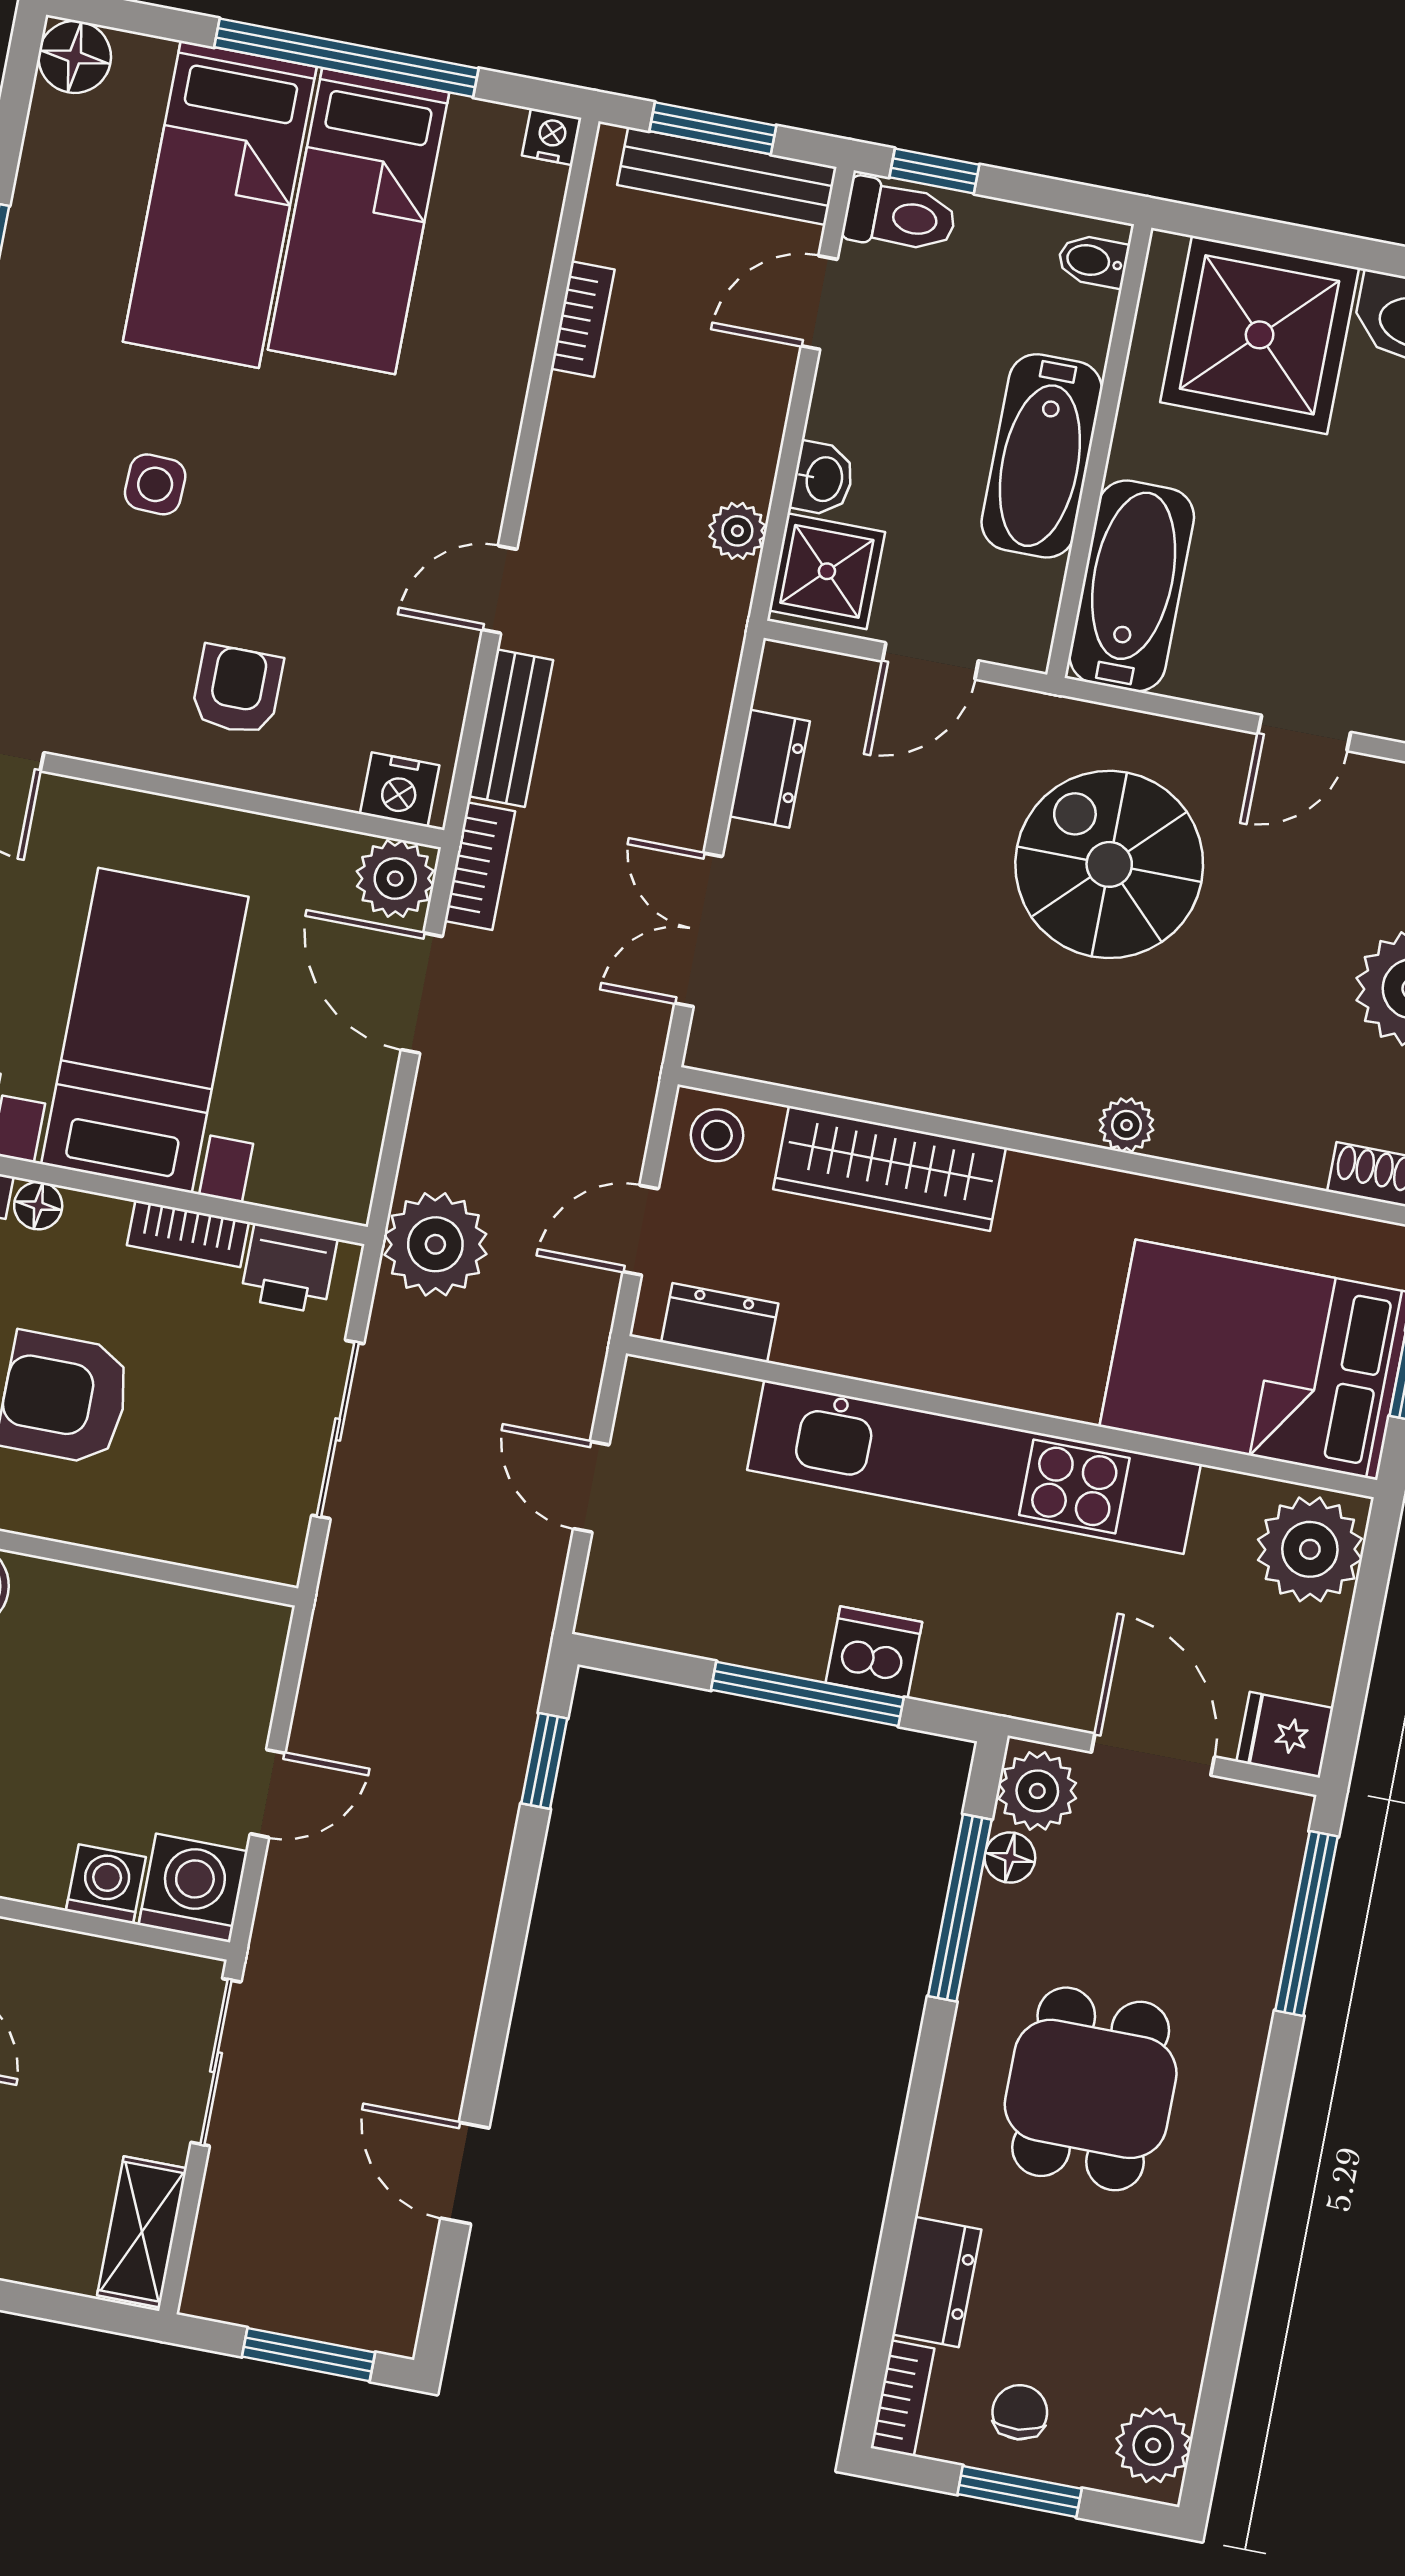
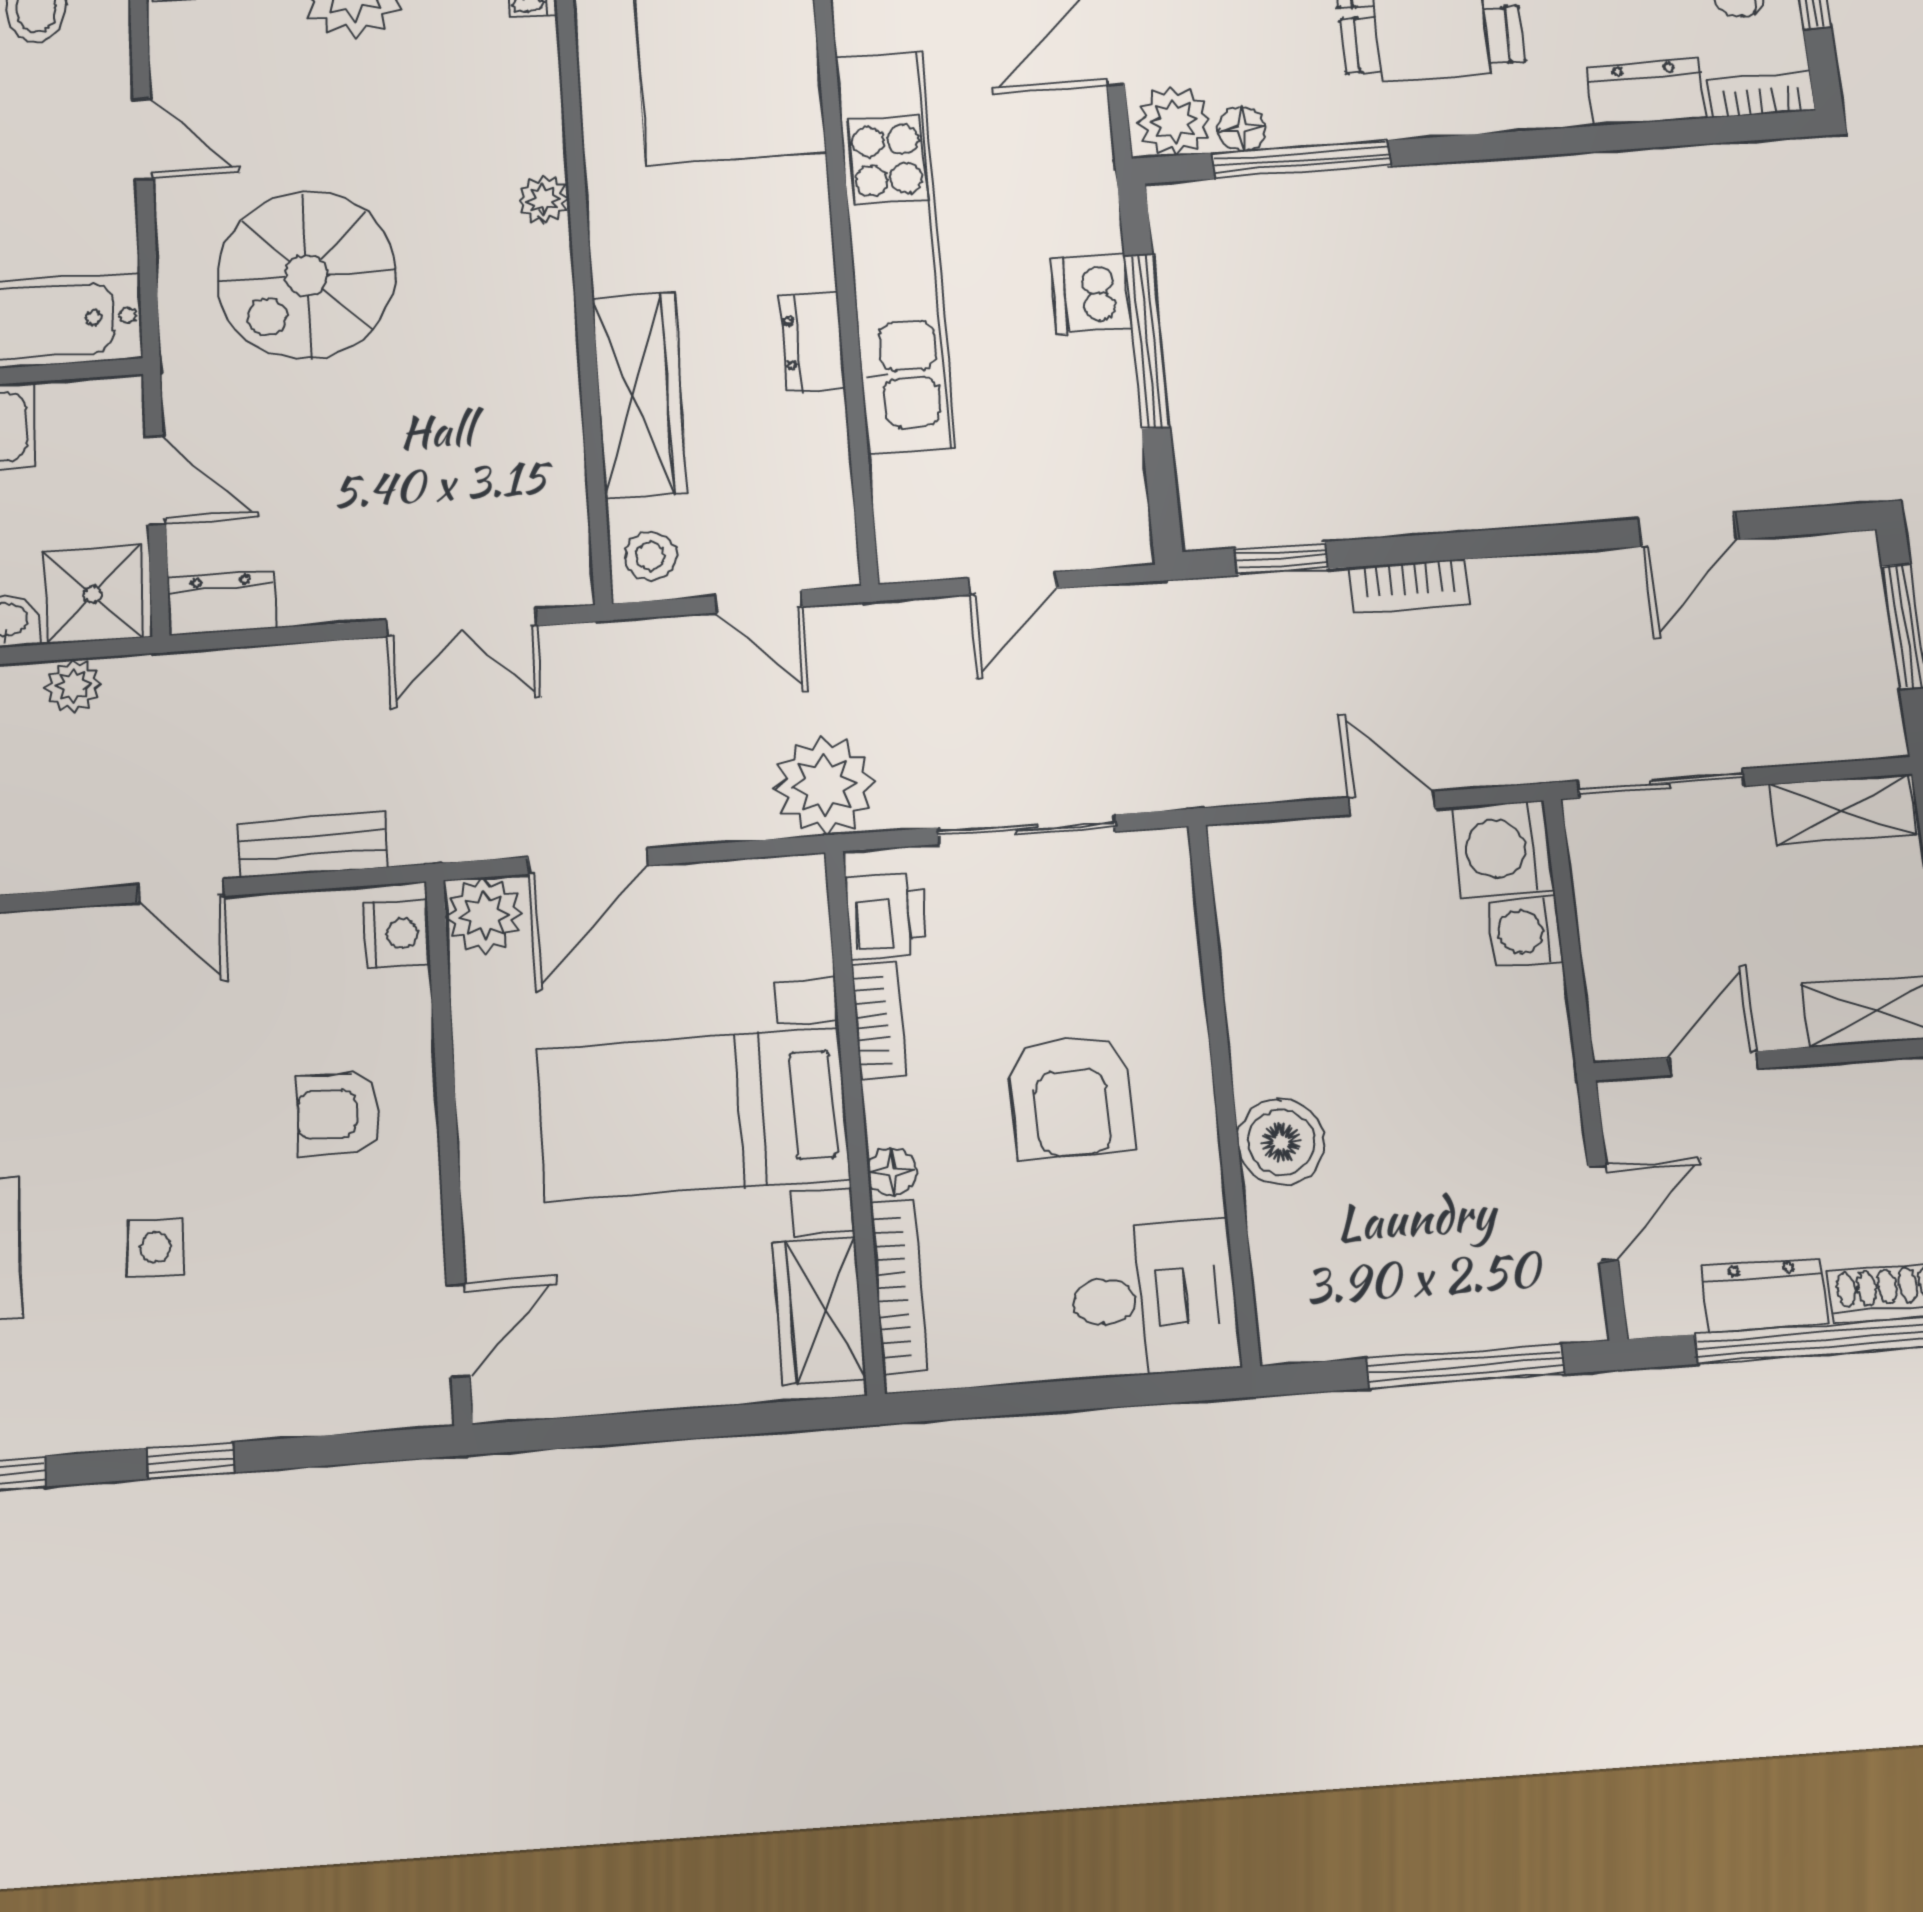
dresser: (769, 769) -> (221, 603), moved
bookcase: (480, 866) -> (1410, 586), moved, turned 180
dresser: (720, 1323) -> (813, 341), moved

